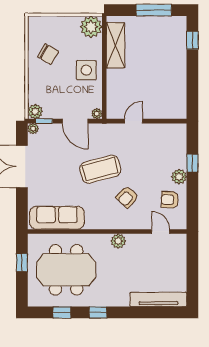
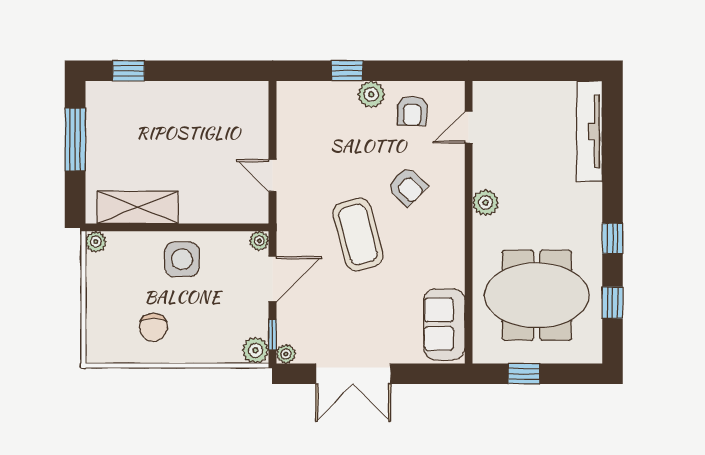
plant: (91, 27) -> (96, 242), width x0.53, depth x0.53
chair: (48, 54) -> (153, 327), turned 150
sofa: (57, 218) -> (444, 324), width x0.73
meeting table: (66, 270) -> (537, 295), turned 90

